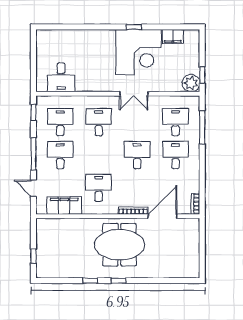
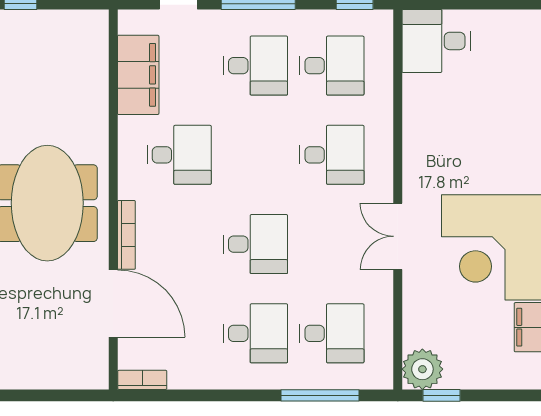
desk: (61, 77) -> (436, 41), moved

